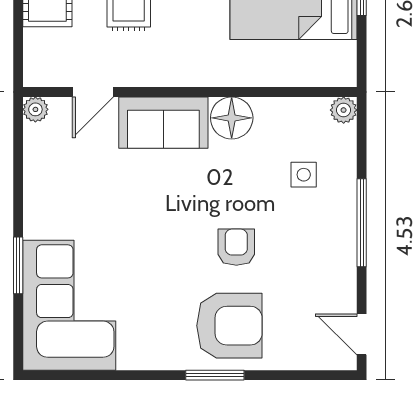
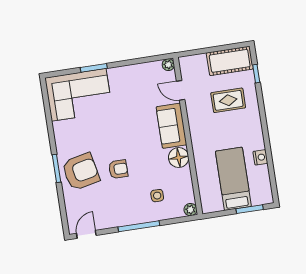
armchair: (229, 326) -> (81, 172), turned -102

